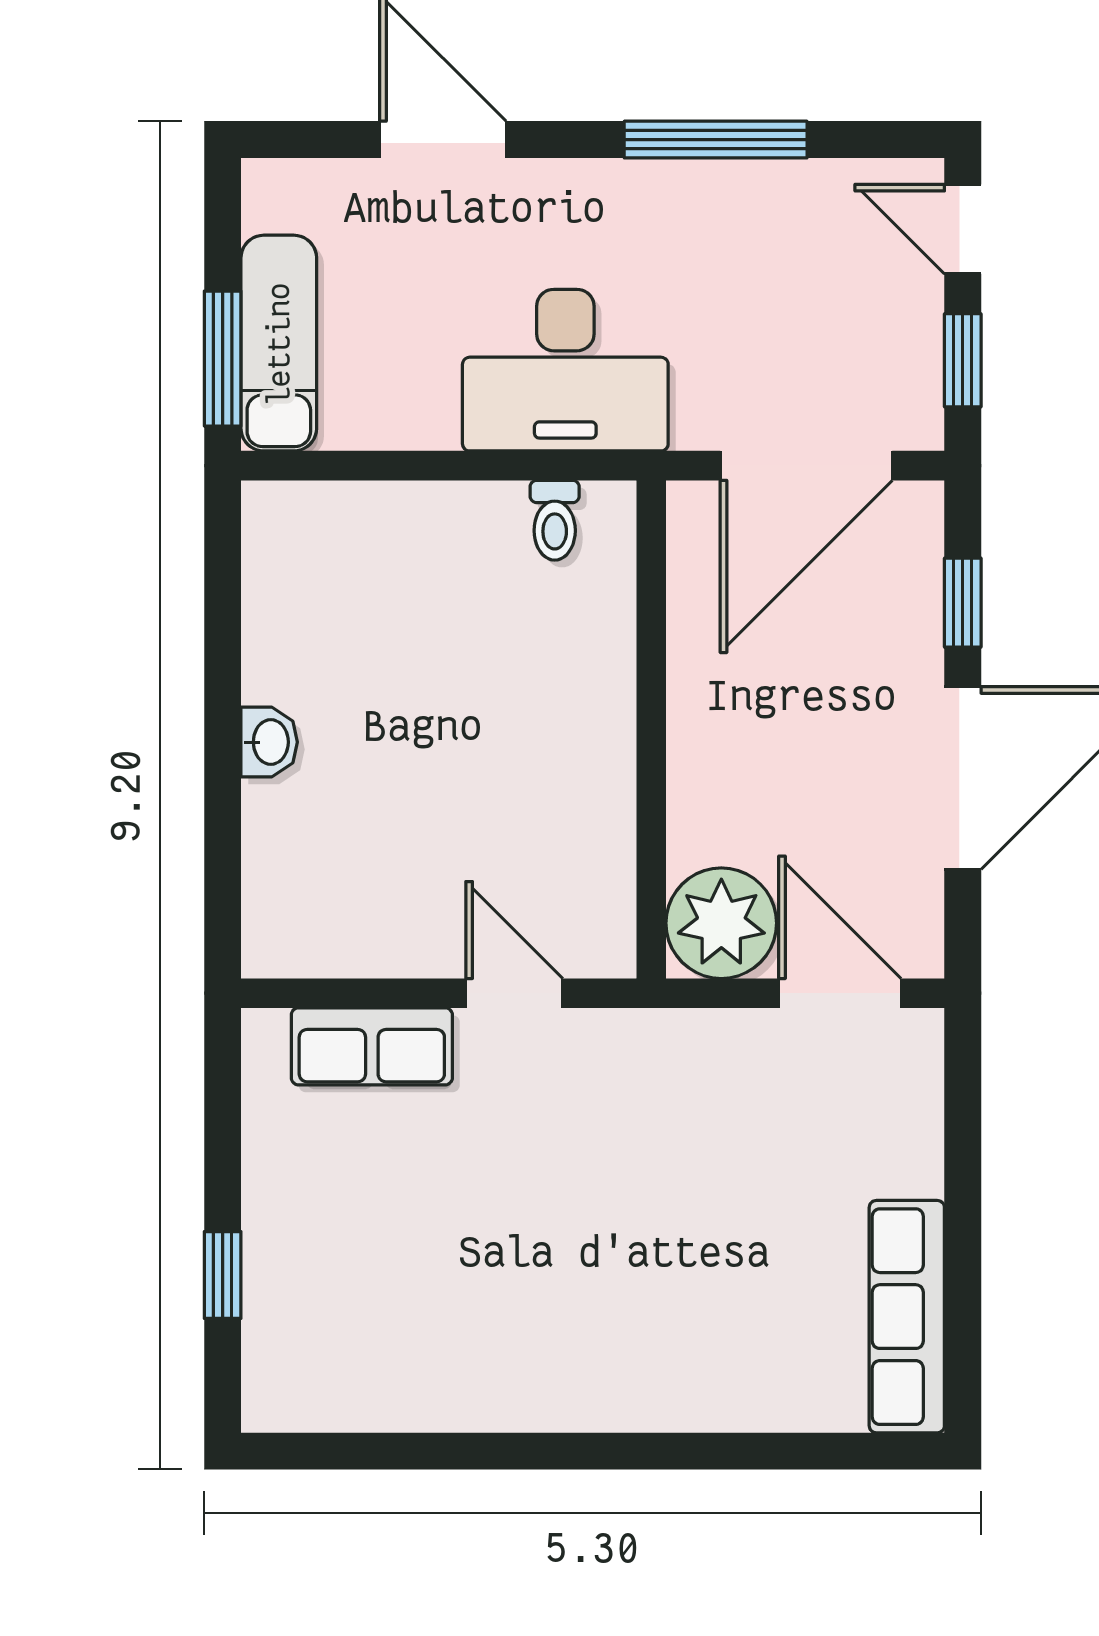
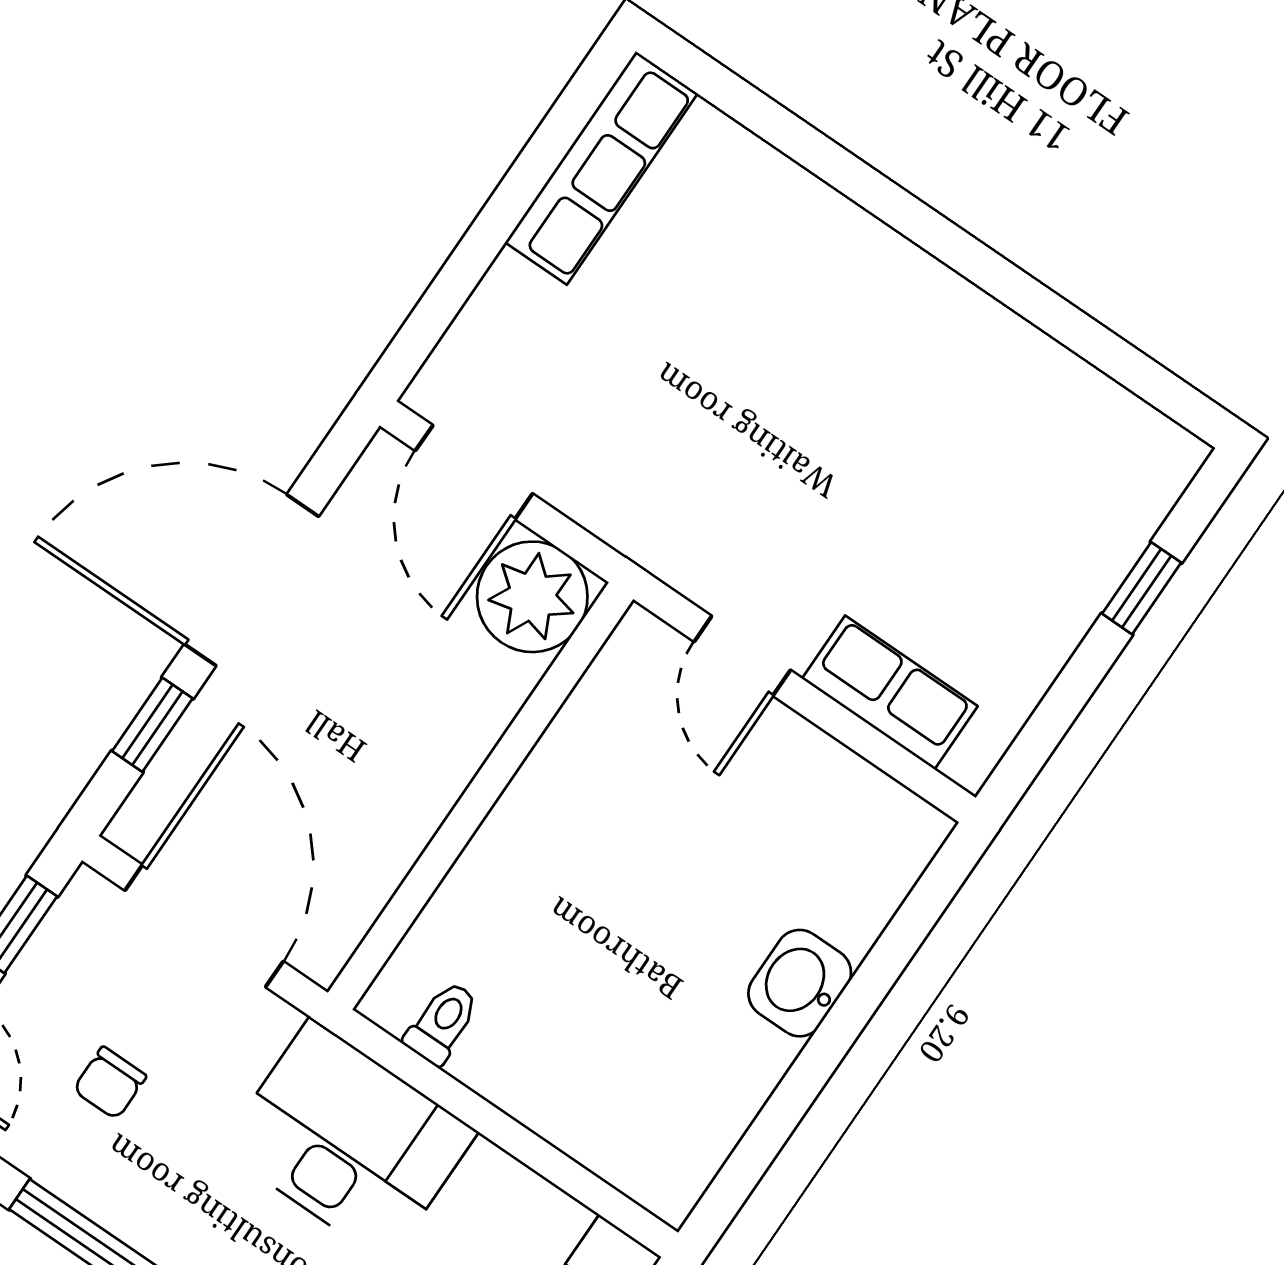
chair: (795, 282) -> (110, 1083), added
door: (806, 466) -> (204, 926), hinge flipped
washbasin: (269, 742) -> (800, 983), width x1.38, depth x1.45

